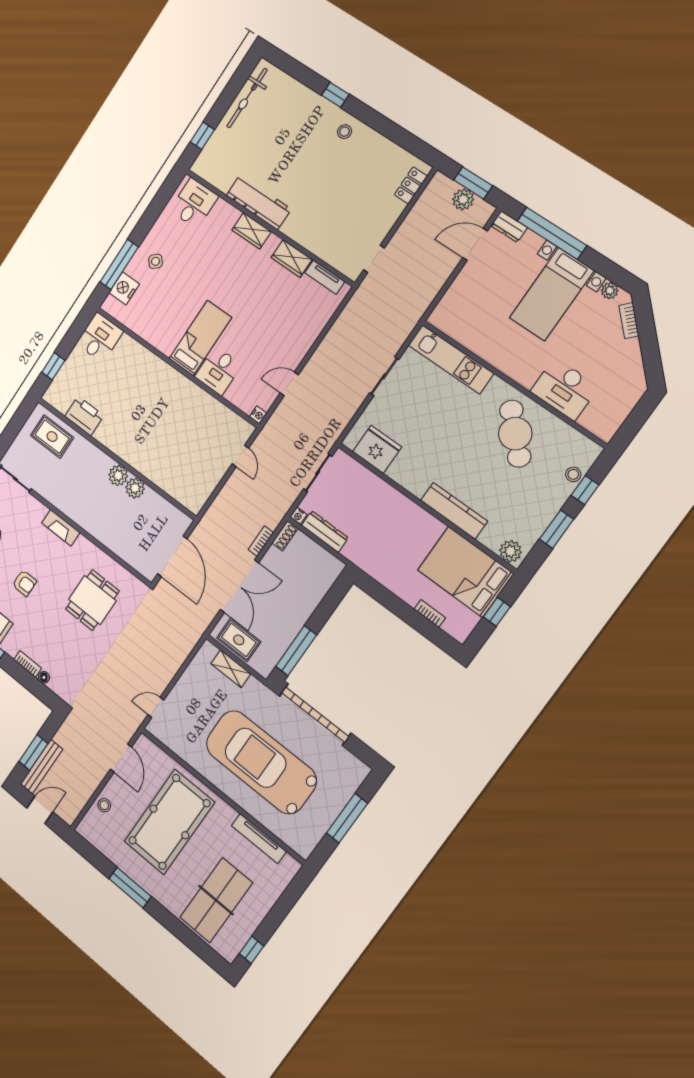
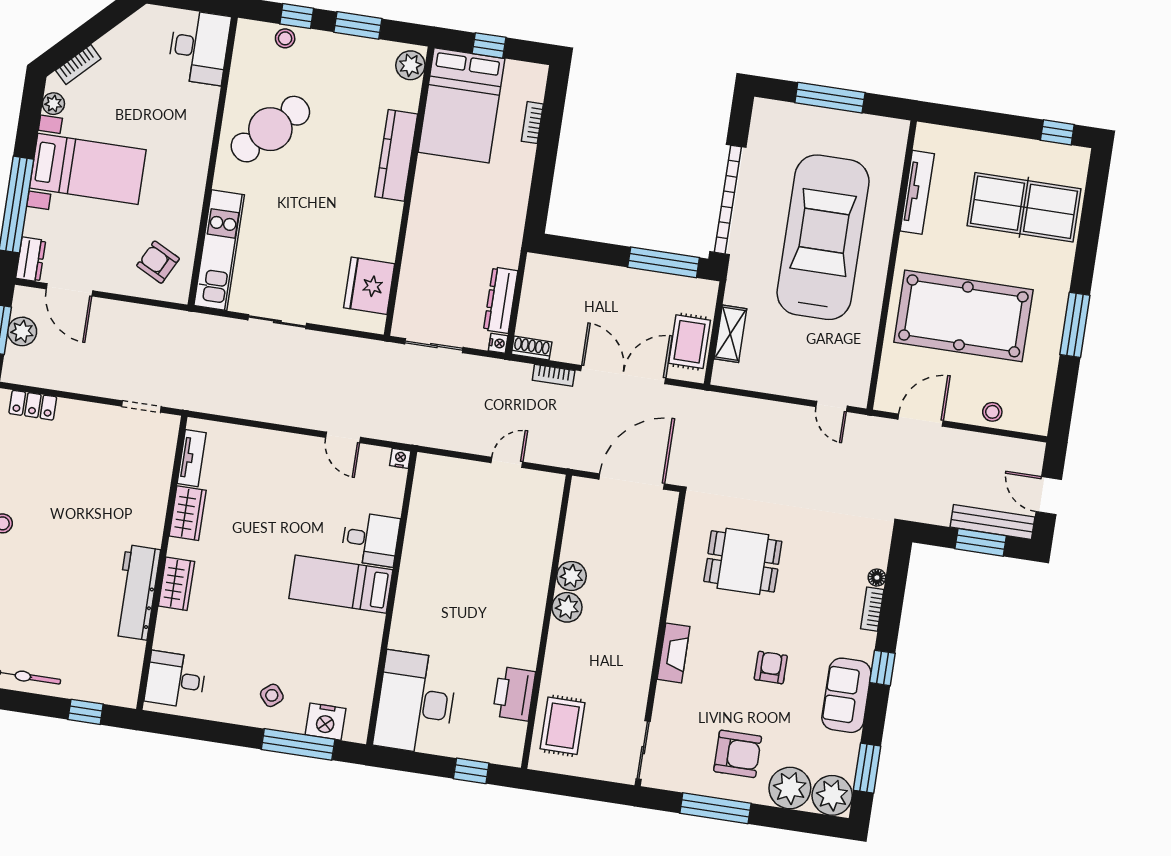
armchair: (464, 314) -> (158, 262), added
desk: (100, 338) -> (416, 703), width x1.87, depth x1.30
desk: (564, 389) -> (199, 47), moved
door: (240, 456) -> (507, 462), moved
car: (261, 762) -> (823, 237), turned 180

